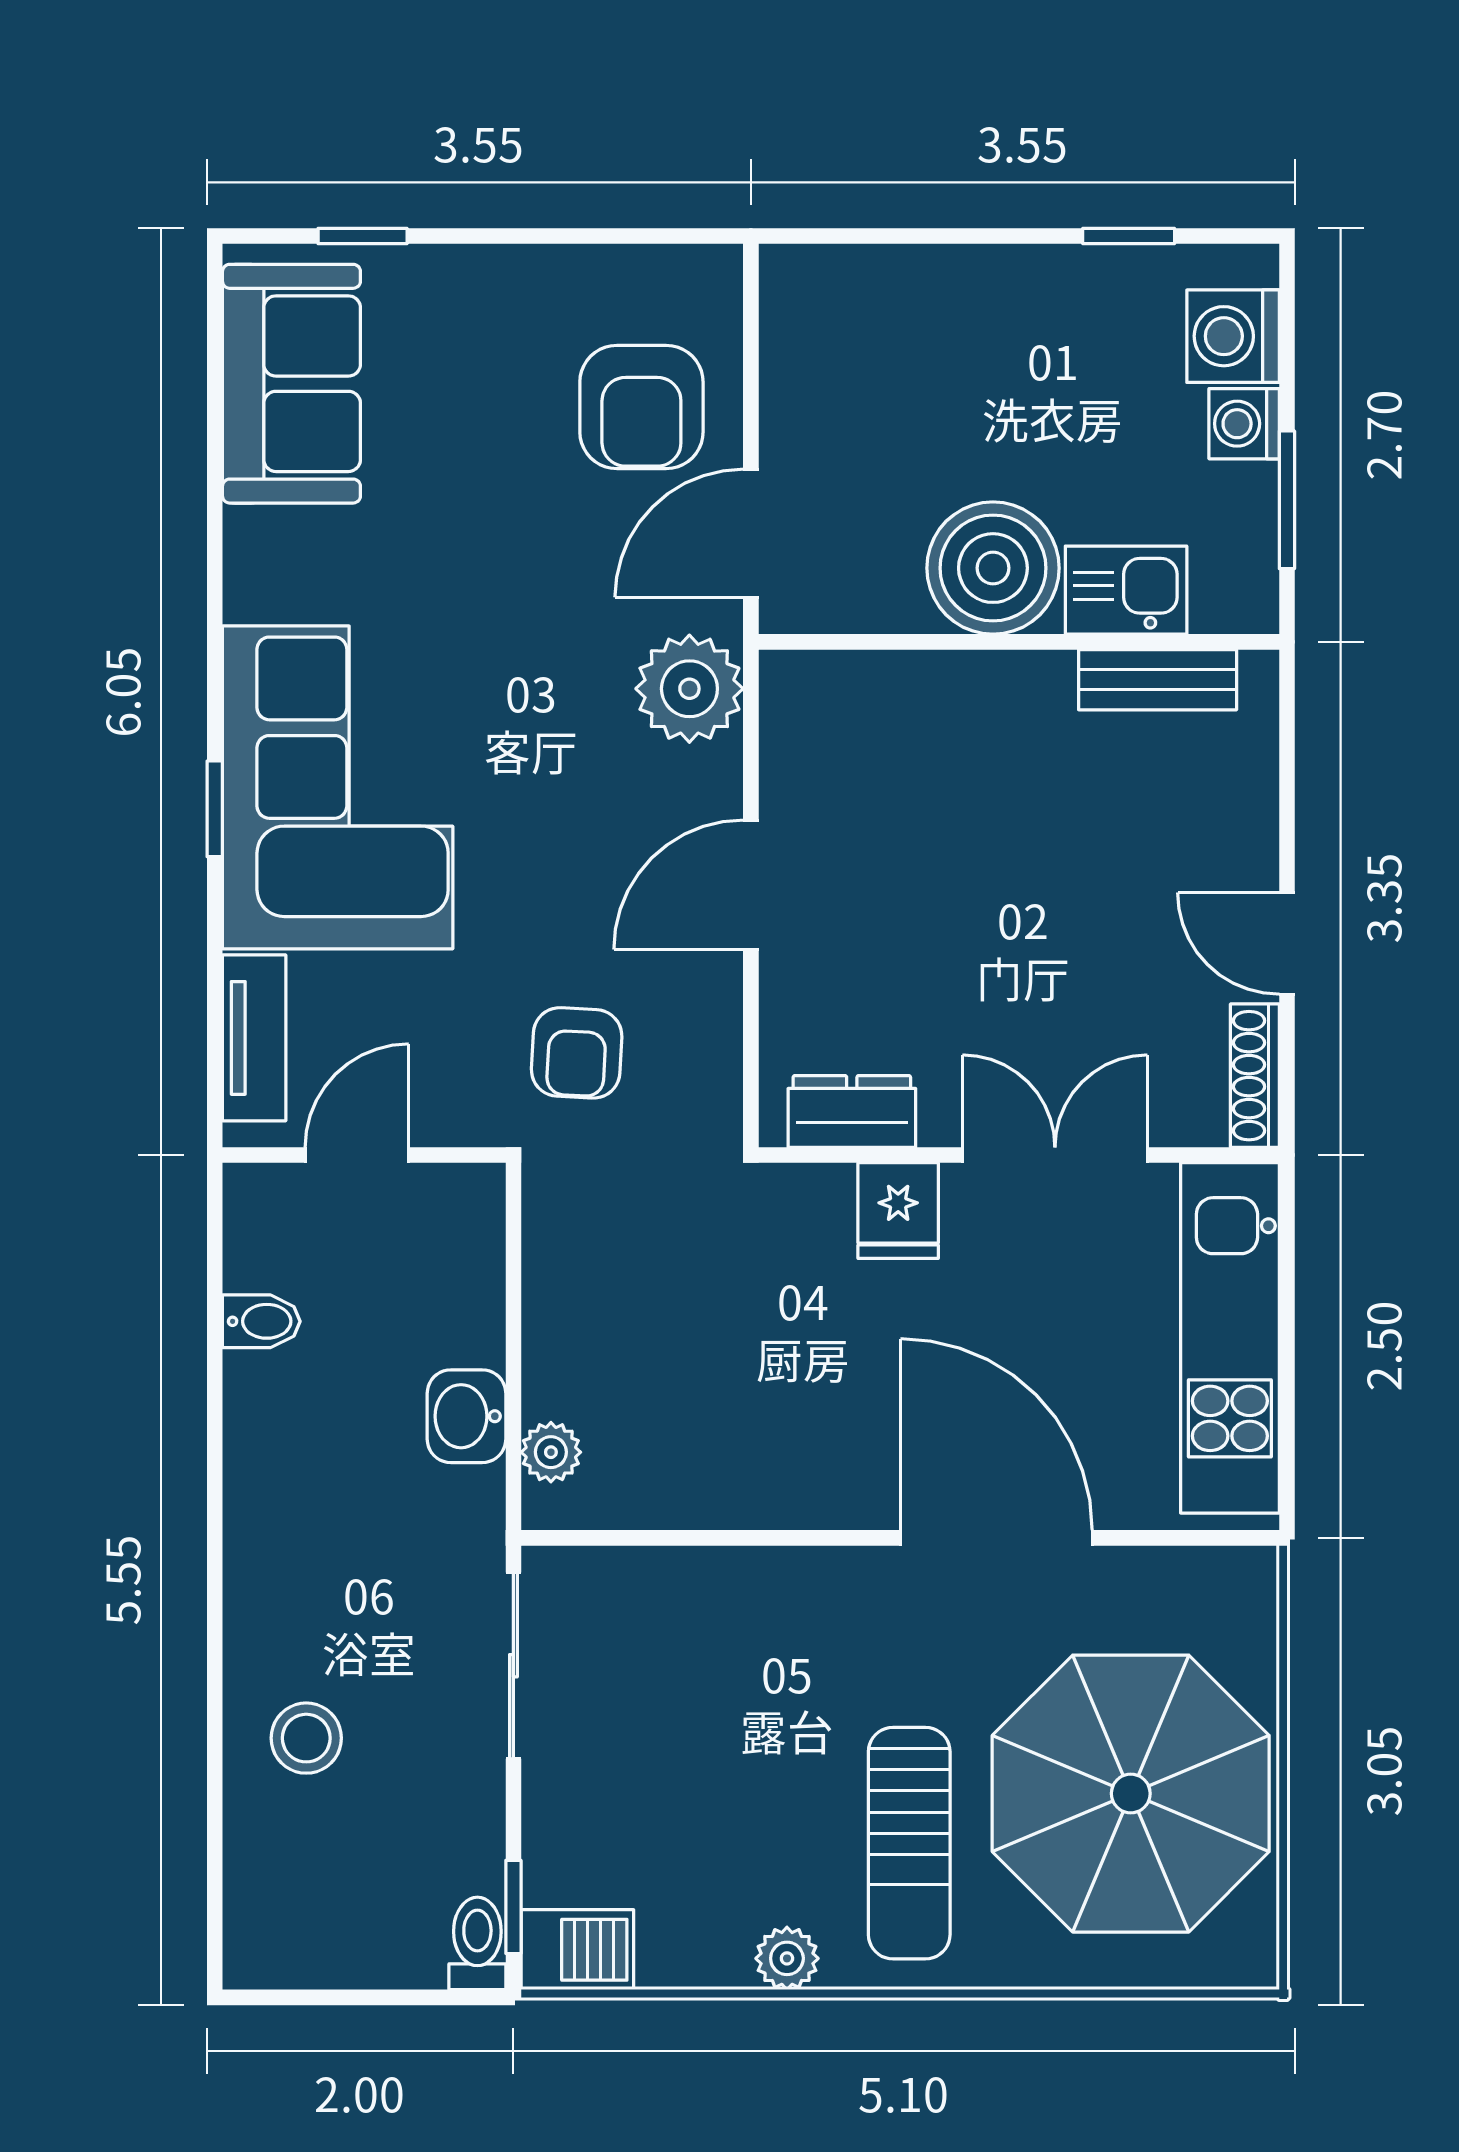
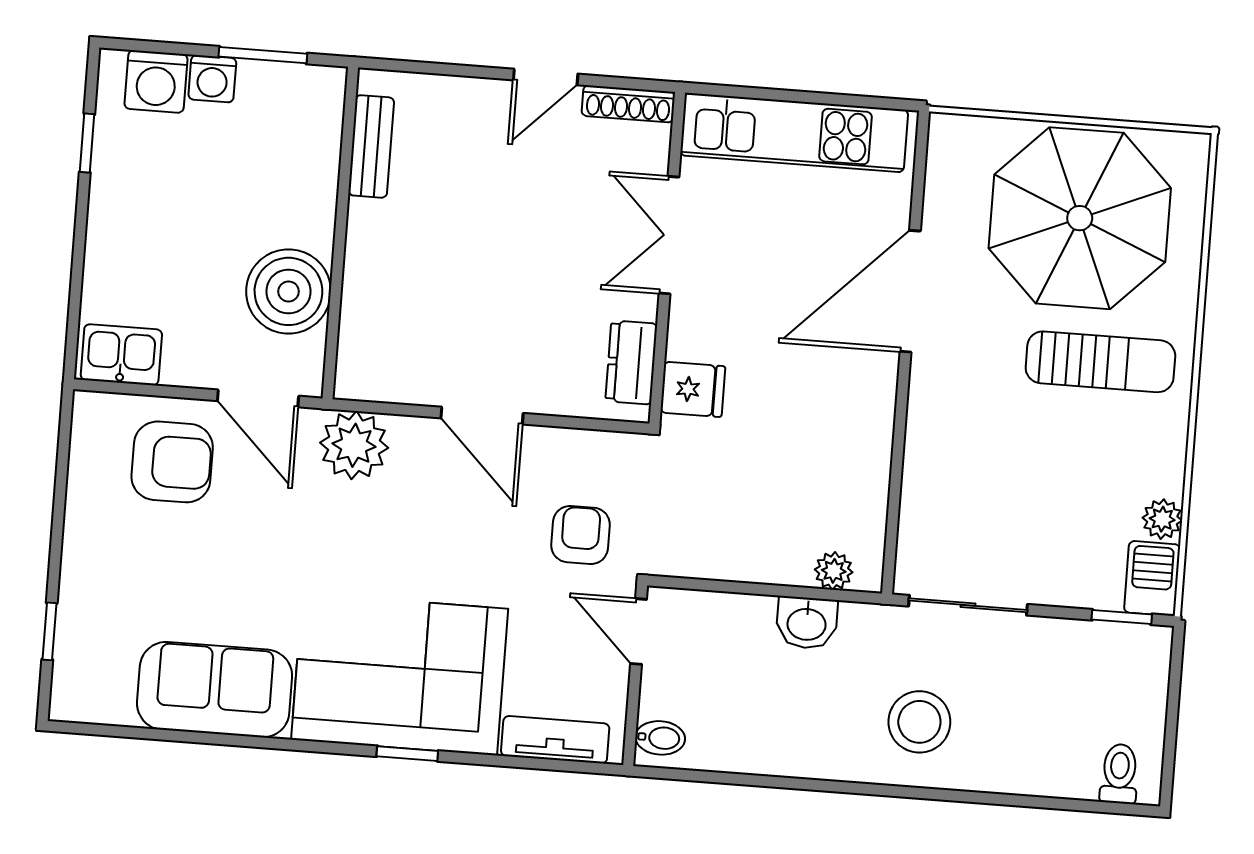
sofa: (291, 384) -> (215, 690), moved
boiler: (993, 568) -> (288, 291), moved
kitchen sink: (1126, 590) -> (121, 355), moved, turned 90
armchair: (577, 1053) -> (581, 535), turned -93
door: (357, 1155) -> (639, 631), moved
fridge: (898, 1211) -> (693, 389), moved
bidet: (261, 1321) -> (660, 738), moved, turned 90
stool: (306, 1738) -> (919, 722), moved, width x1.38, depth x1.38
toilet: (477, 1943) -> (1119, 774), moved, turned 90
plant: (787, 1958) -> (1162, 519), moved

